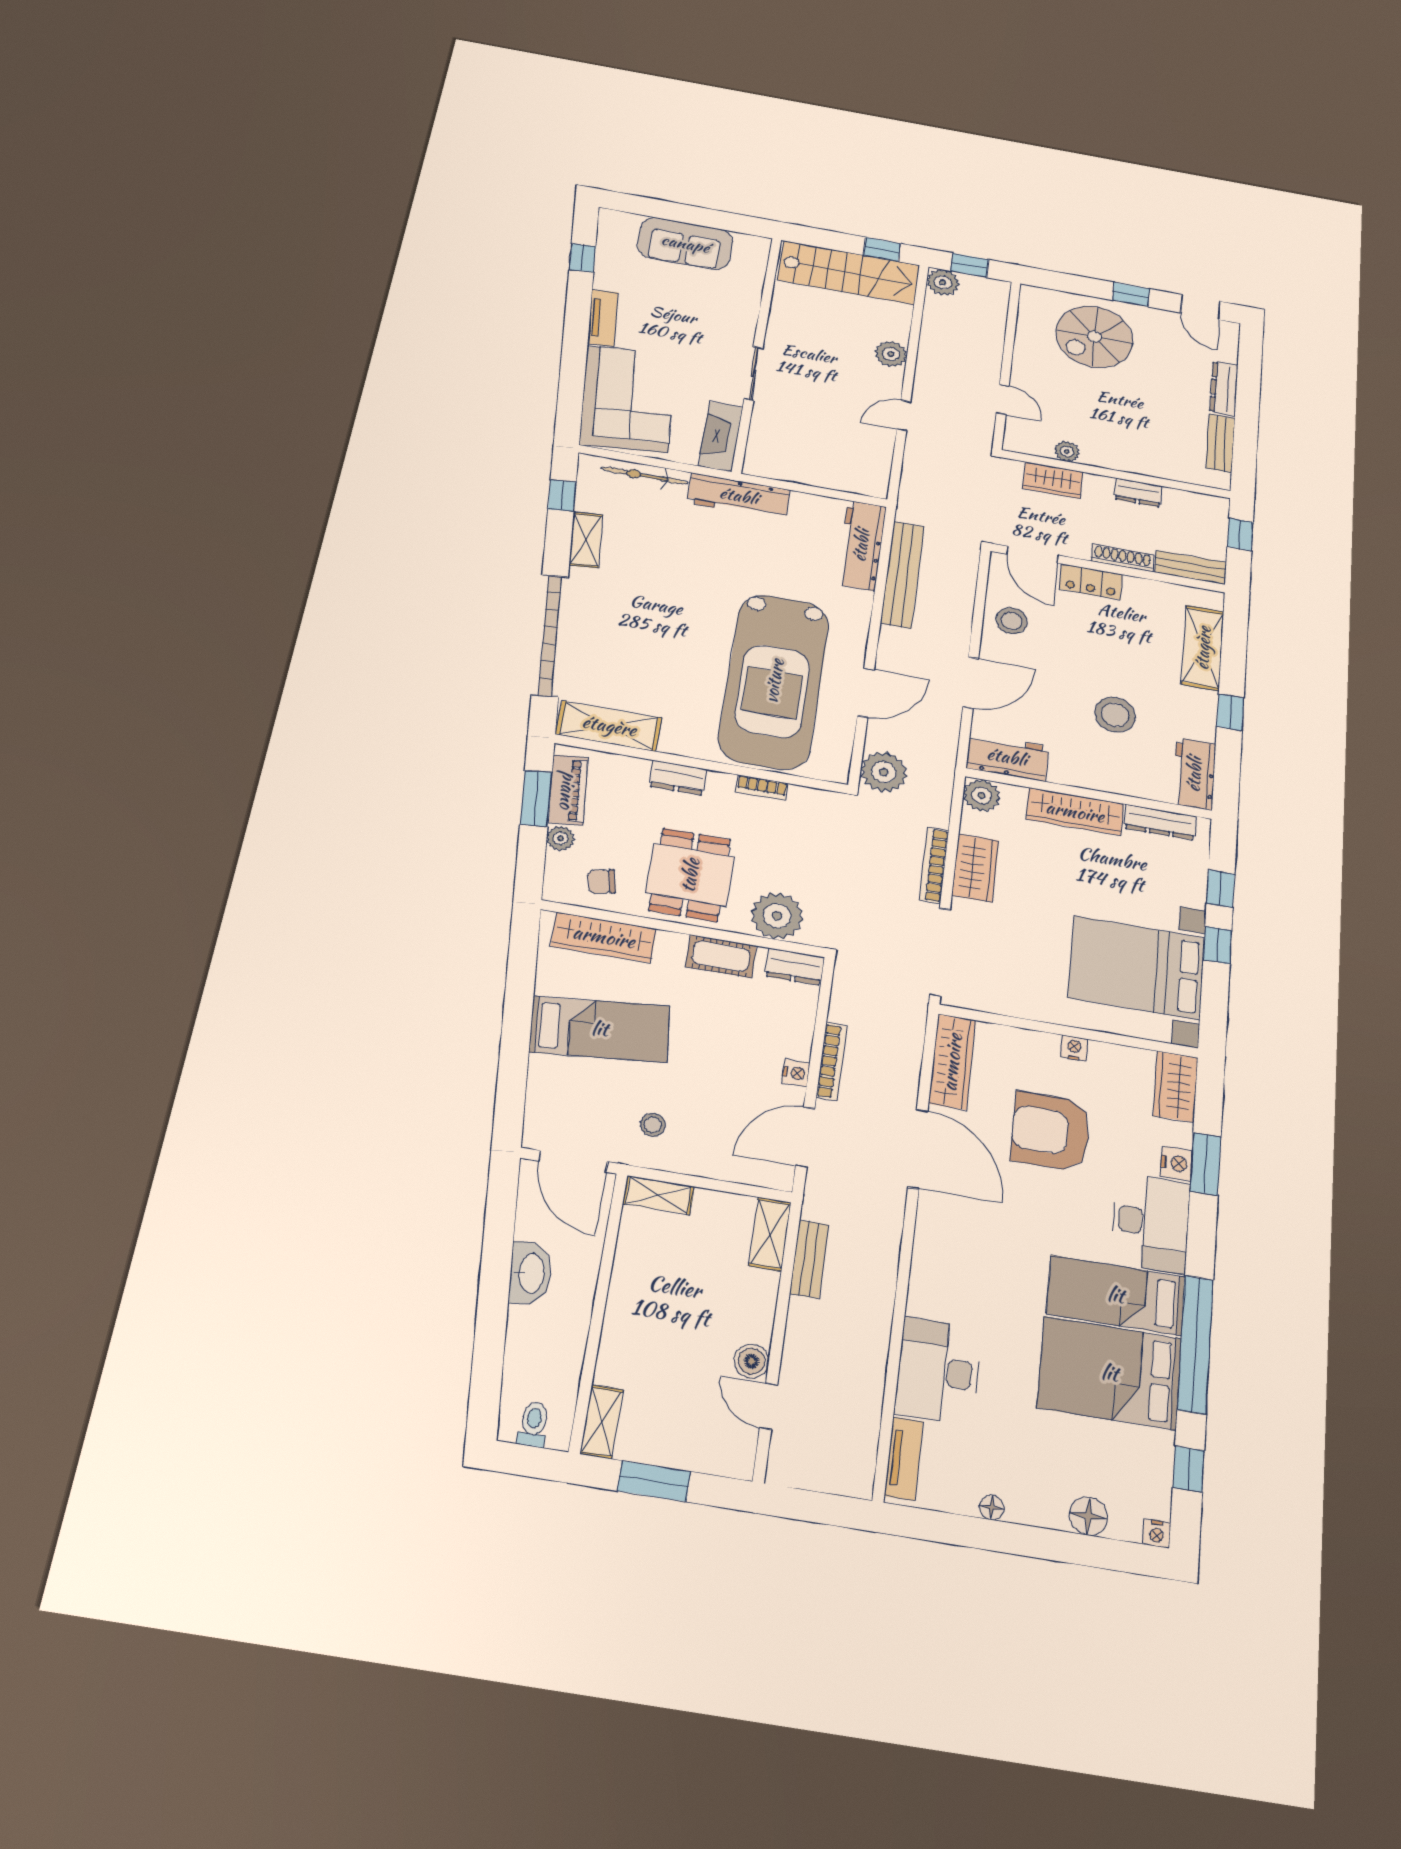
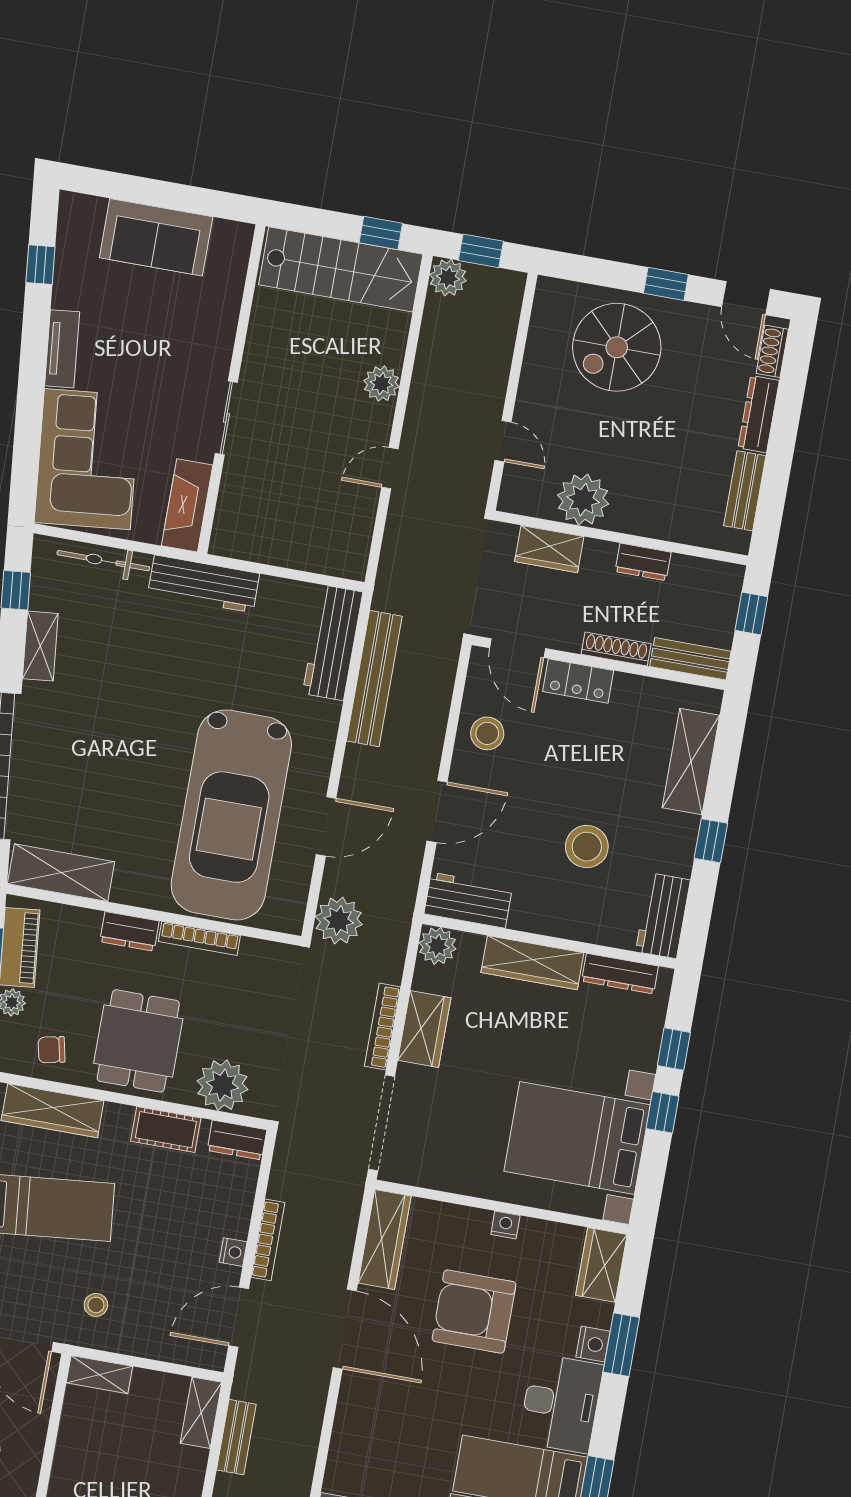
shoe rack: (1229, 345) -> (772, 351), added
plant: (1067, 451) -> (583, 500), width x1.88, depth x1.88
bookcase: (762, 788) -> (199, 939), width x1.56

